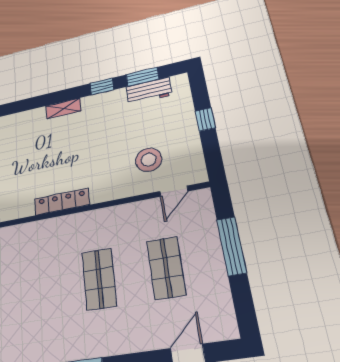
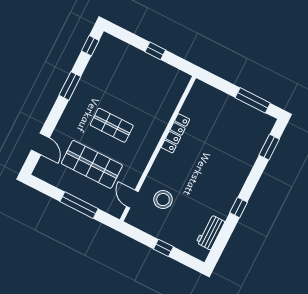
window: (142, 77) -> (269, 147), moved
shelving: (63, 108) -> (242, 174), removed
shop shelf: (166, 268) -> (92, 164), width x1.43, depth x1.36

